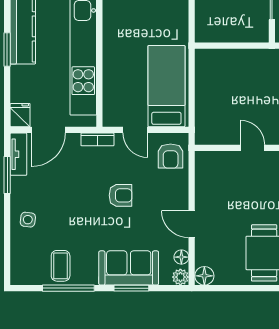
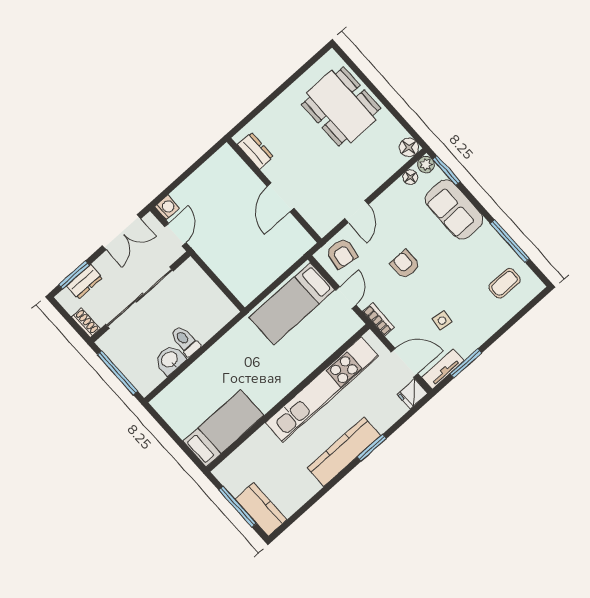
door: (253, 148) -> (280, 197), width x1.38
armchair: (171, 156) -> (342, 253), turned 99
side table: (28, 220) -> (442, 320), moved
door: (192, 224) -> (356, 212), moved
coffee table: (61, 266) -> (505, 283), moved
window: (131, 288) -> (446, 170), moved

